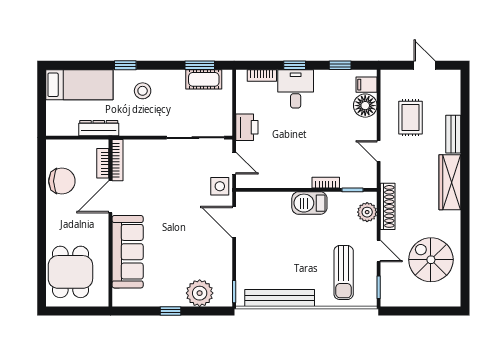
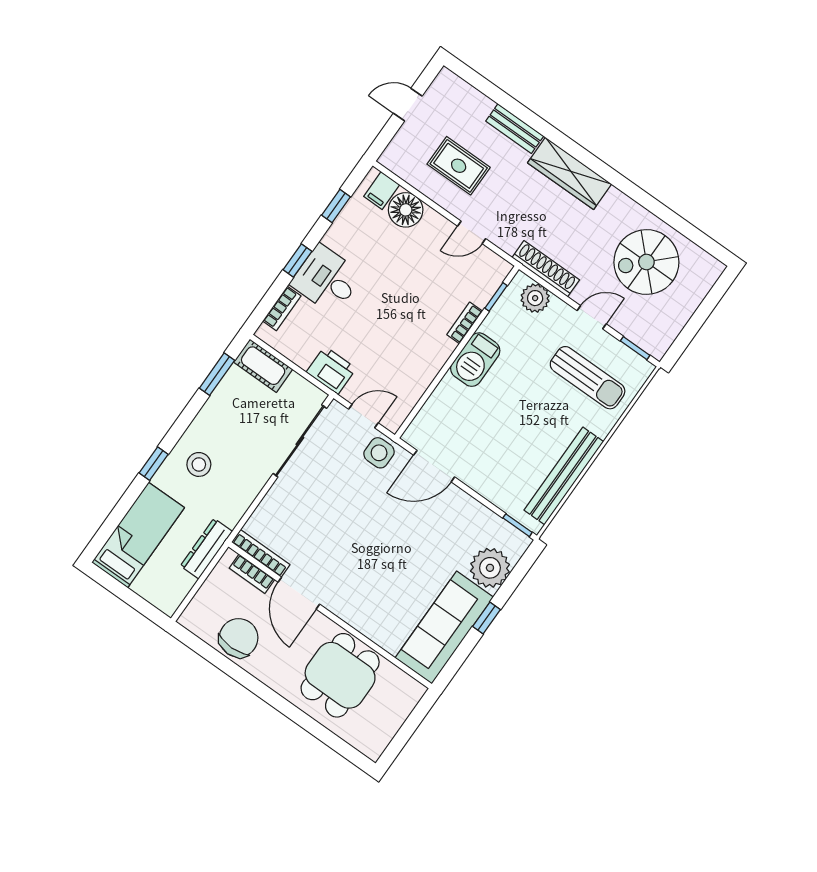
cot: (204, 79) -> (263, 366), moved, turned 90
sofa: (128, 252) -> (444, 628), moved, turned -90
dining table: (70, 272) -> (340, 675), moved, turned 90

